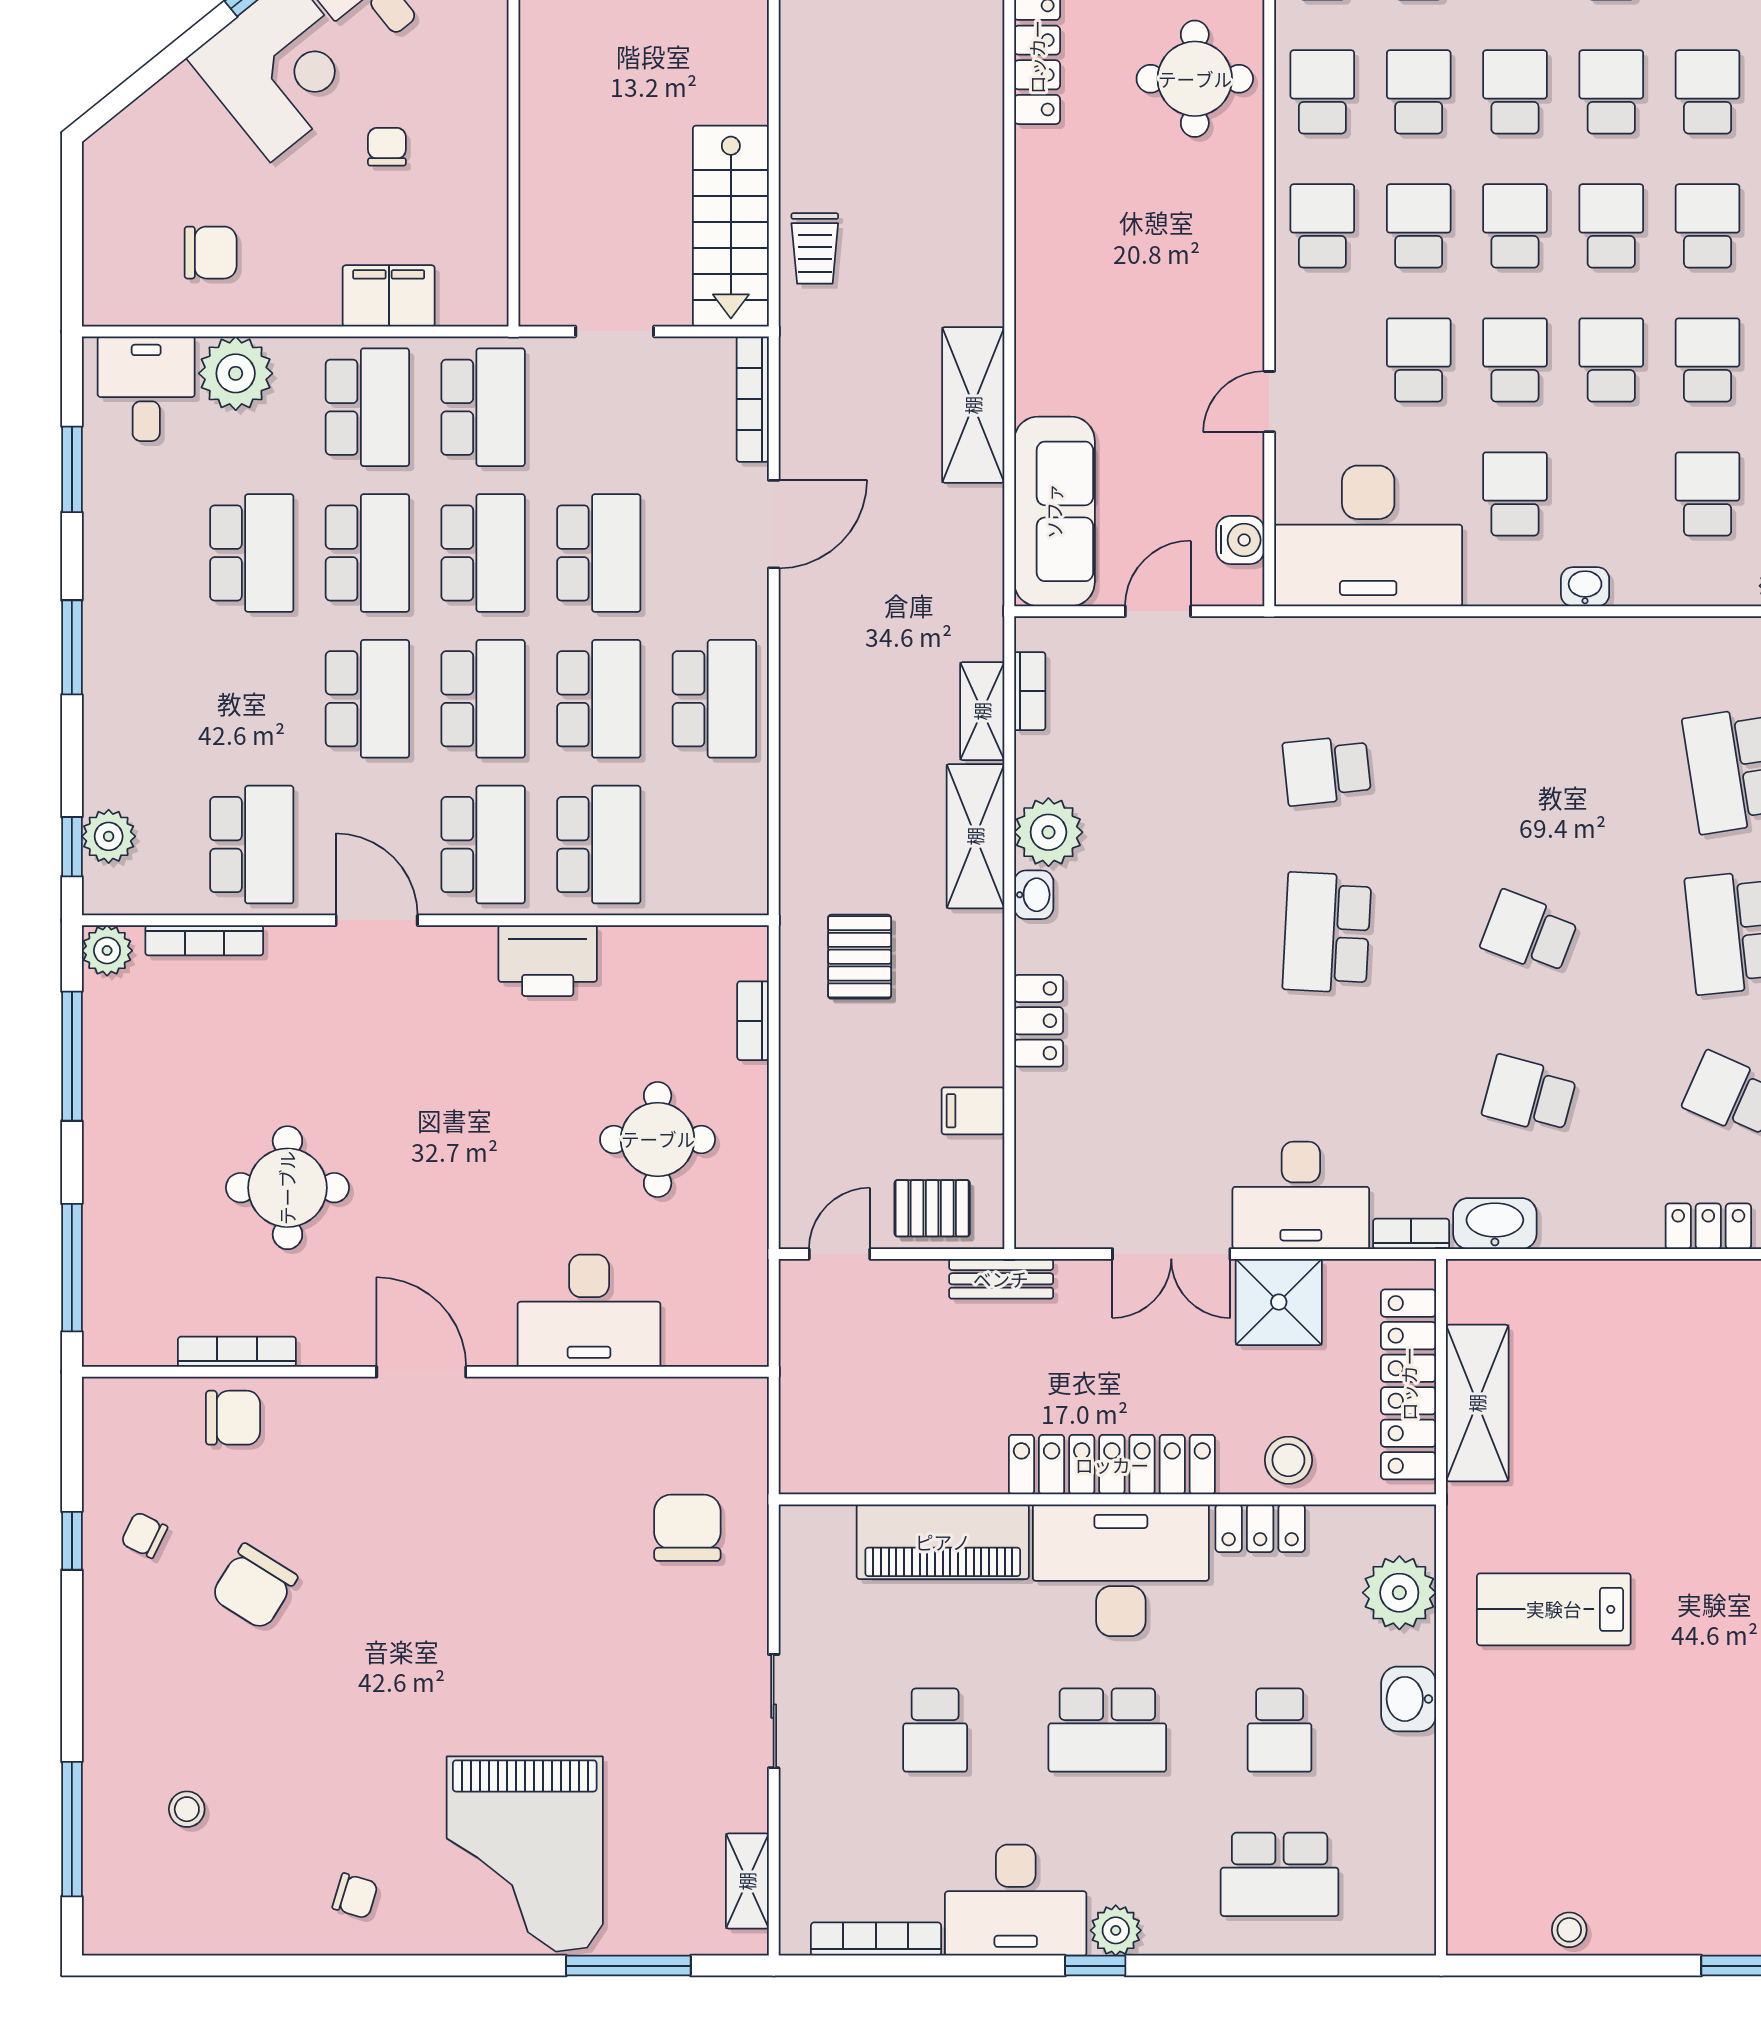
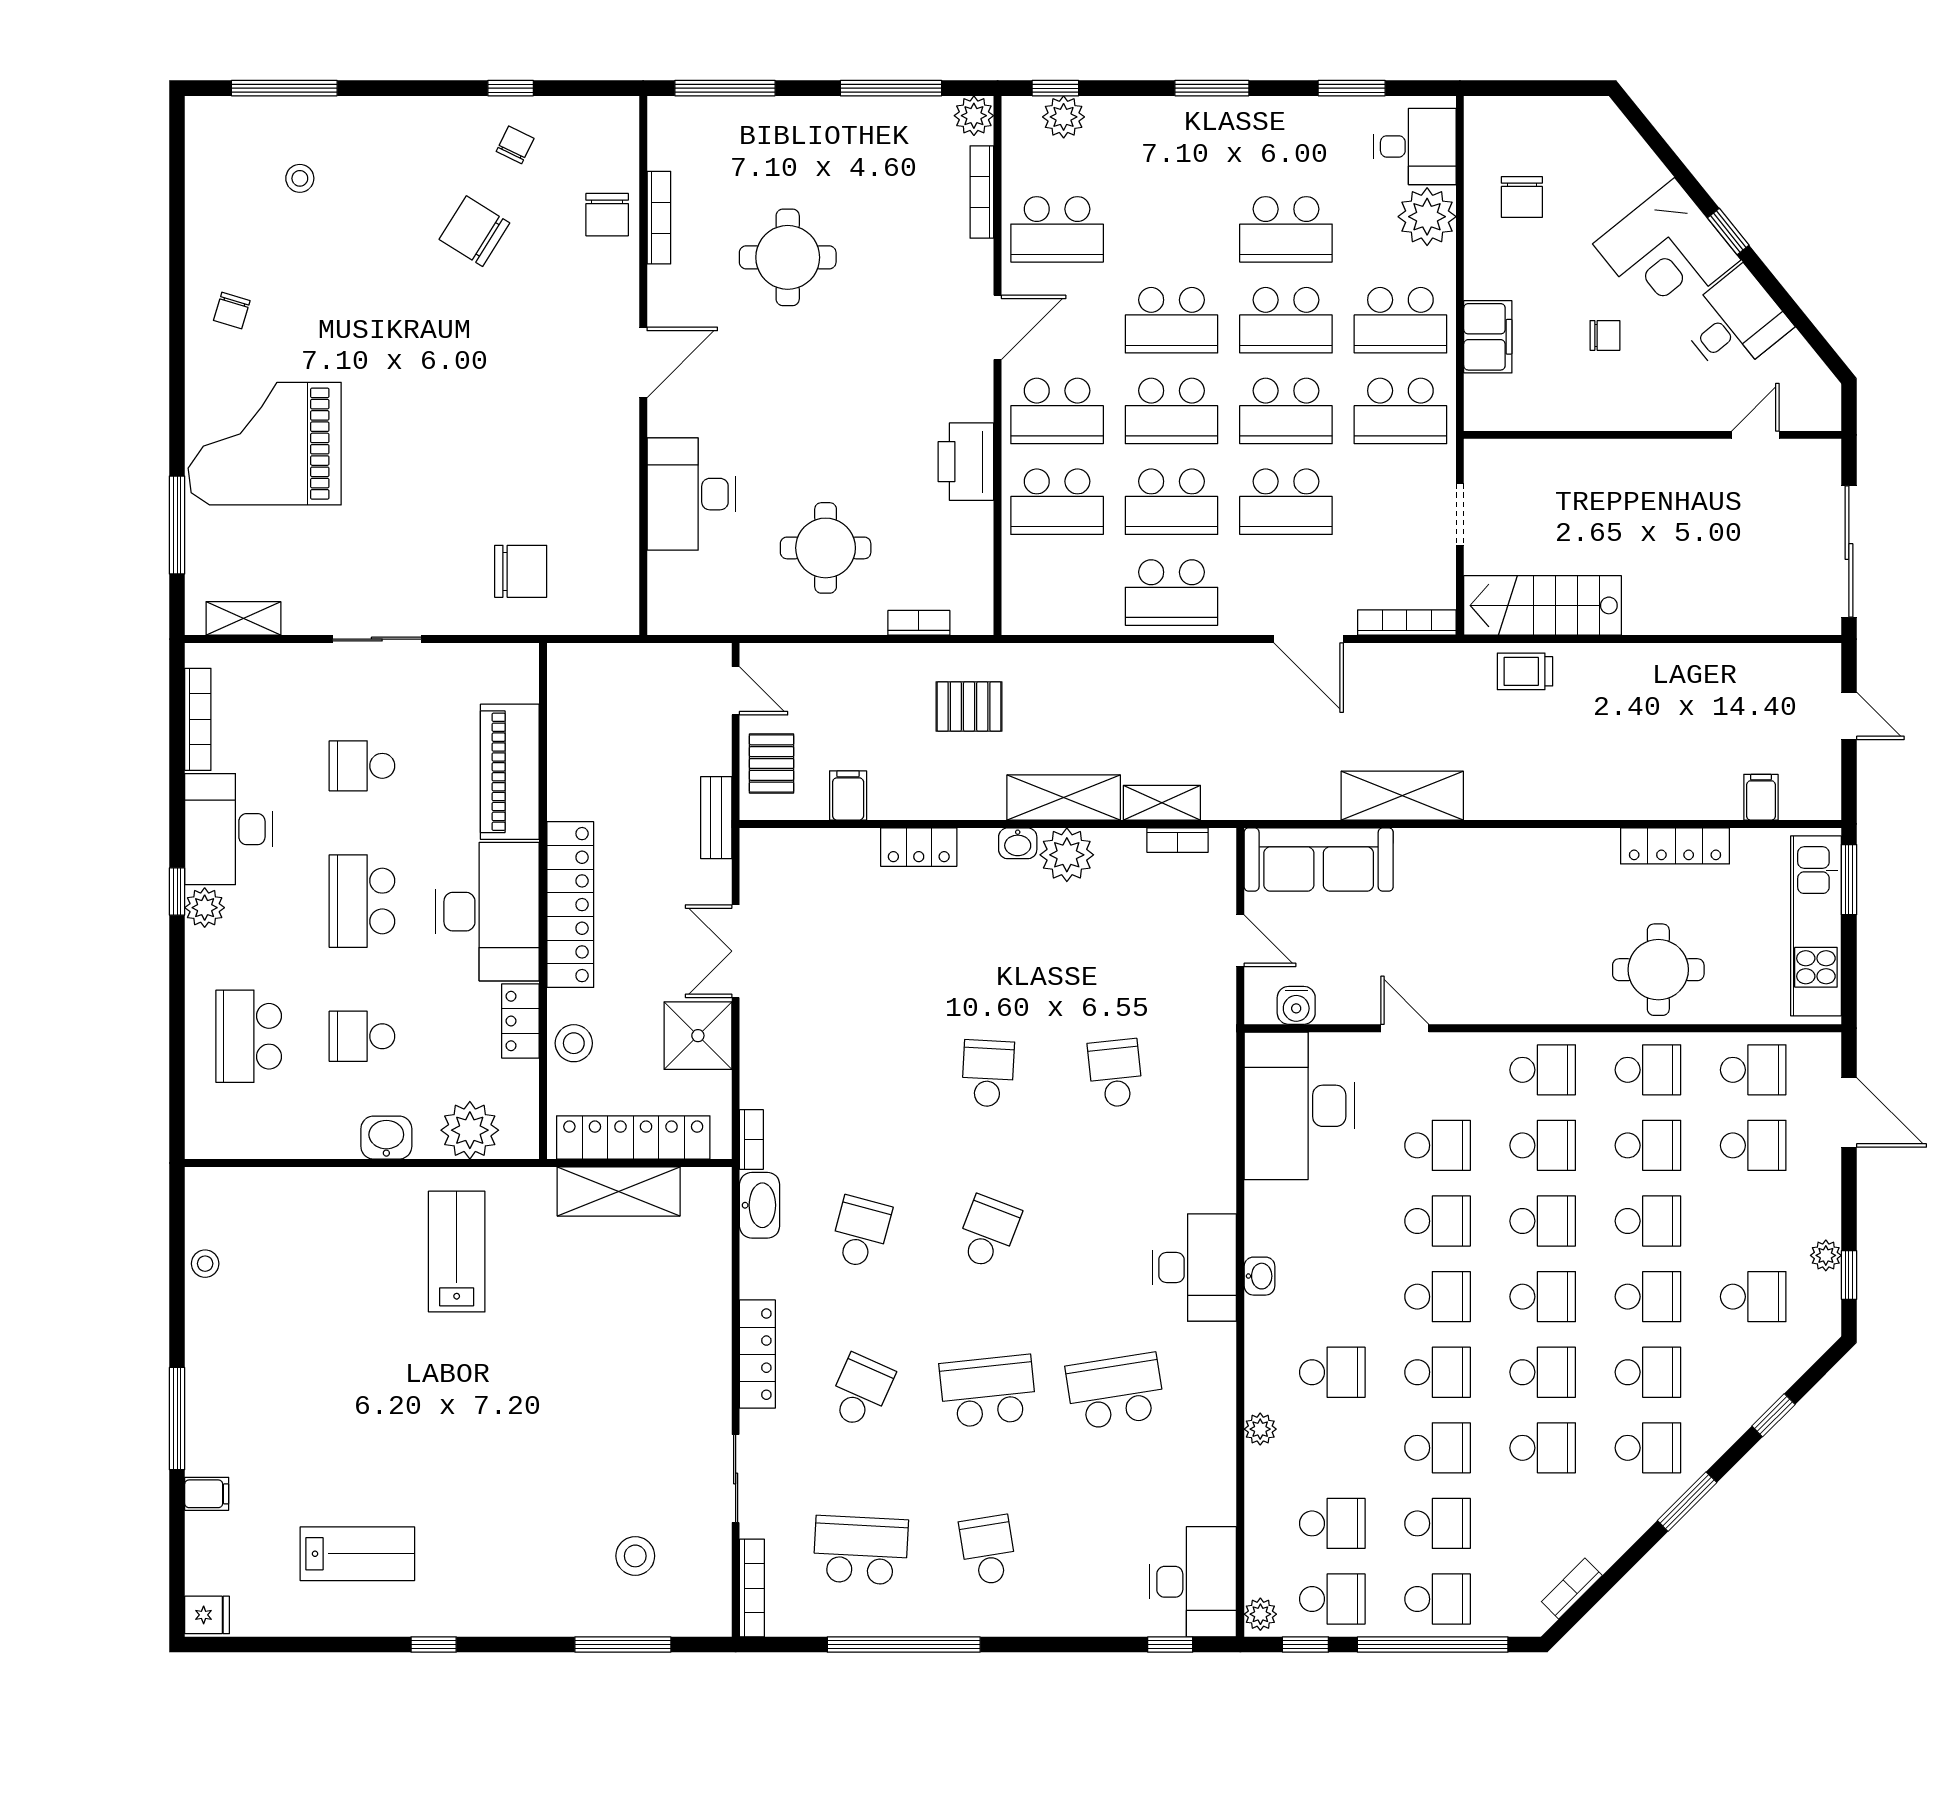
school desk: (1515, 494) -> (1332, 1221), removed
school desk: (1327, 933) -> (988, 1073), width x0.54
desk: (1301, 1195) -> (1194, 1267), moved, turned 180
locker: (1708, 1226) -> (757, 1354), width x1.53

